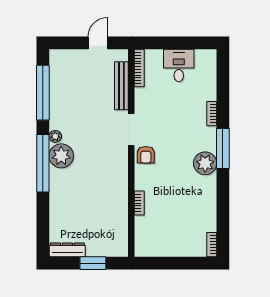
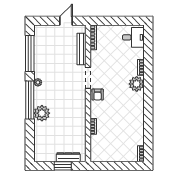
desk: (179, 65) -> (133, 37), moved, turned 90
window: (223, 149) -> (148, 90), removed
plant: (61, 156) -> (42, 113), moved
plant: (205, 163) -> (137, 84), moved
dresser: (67, 250) -> (68, 157), moved

